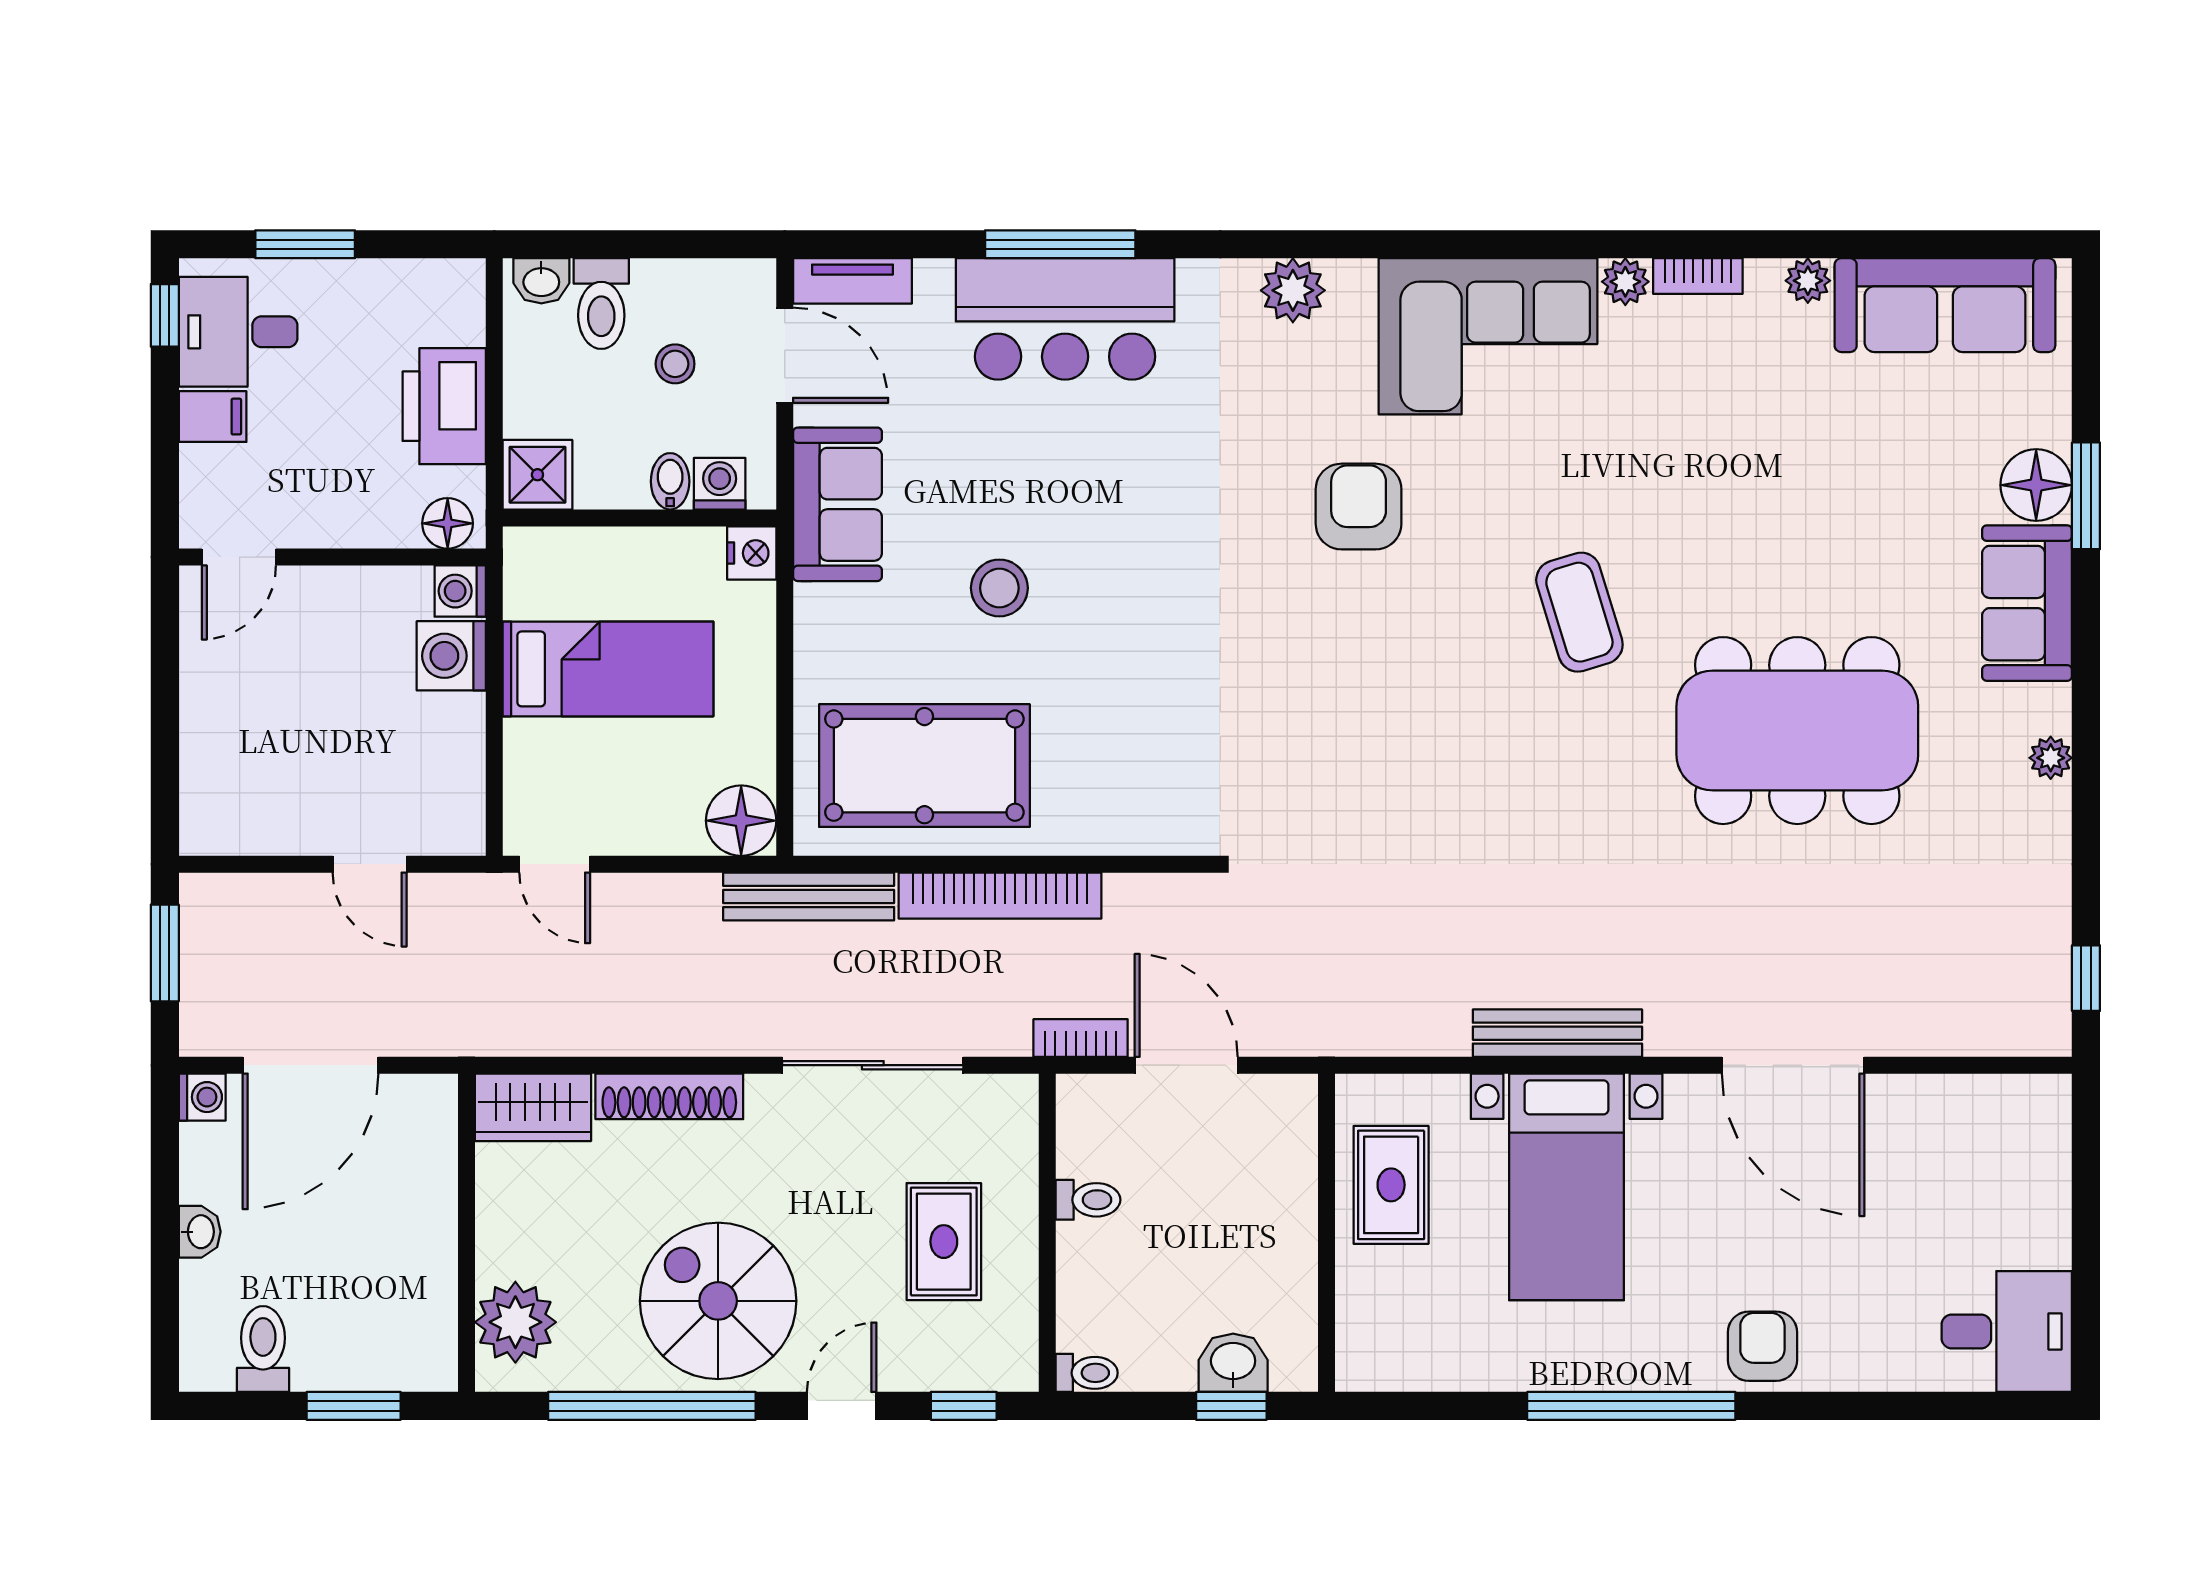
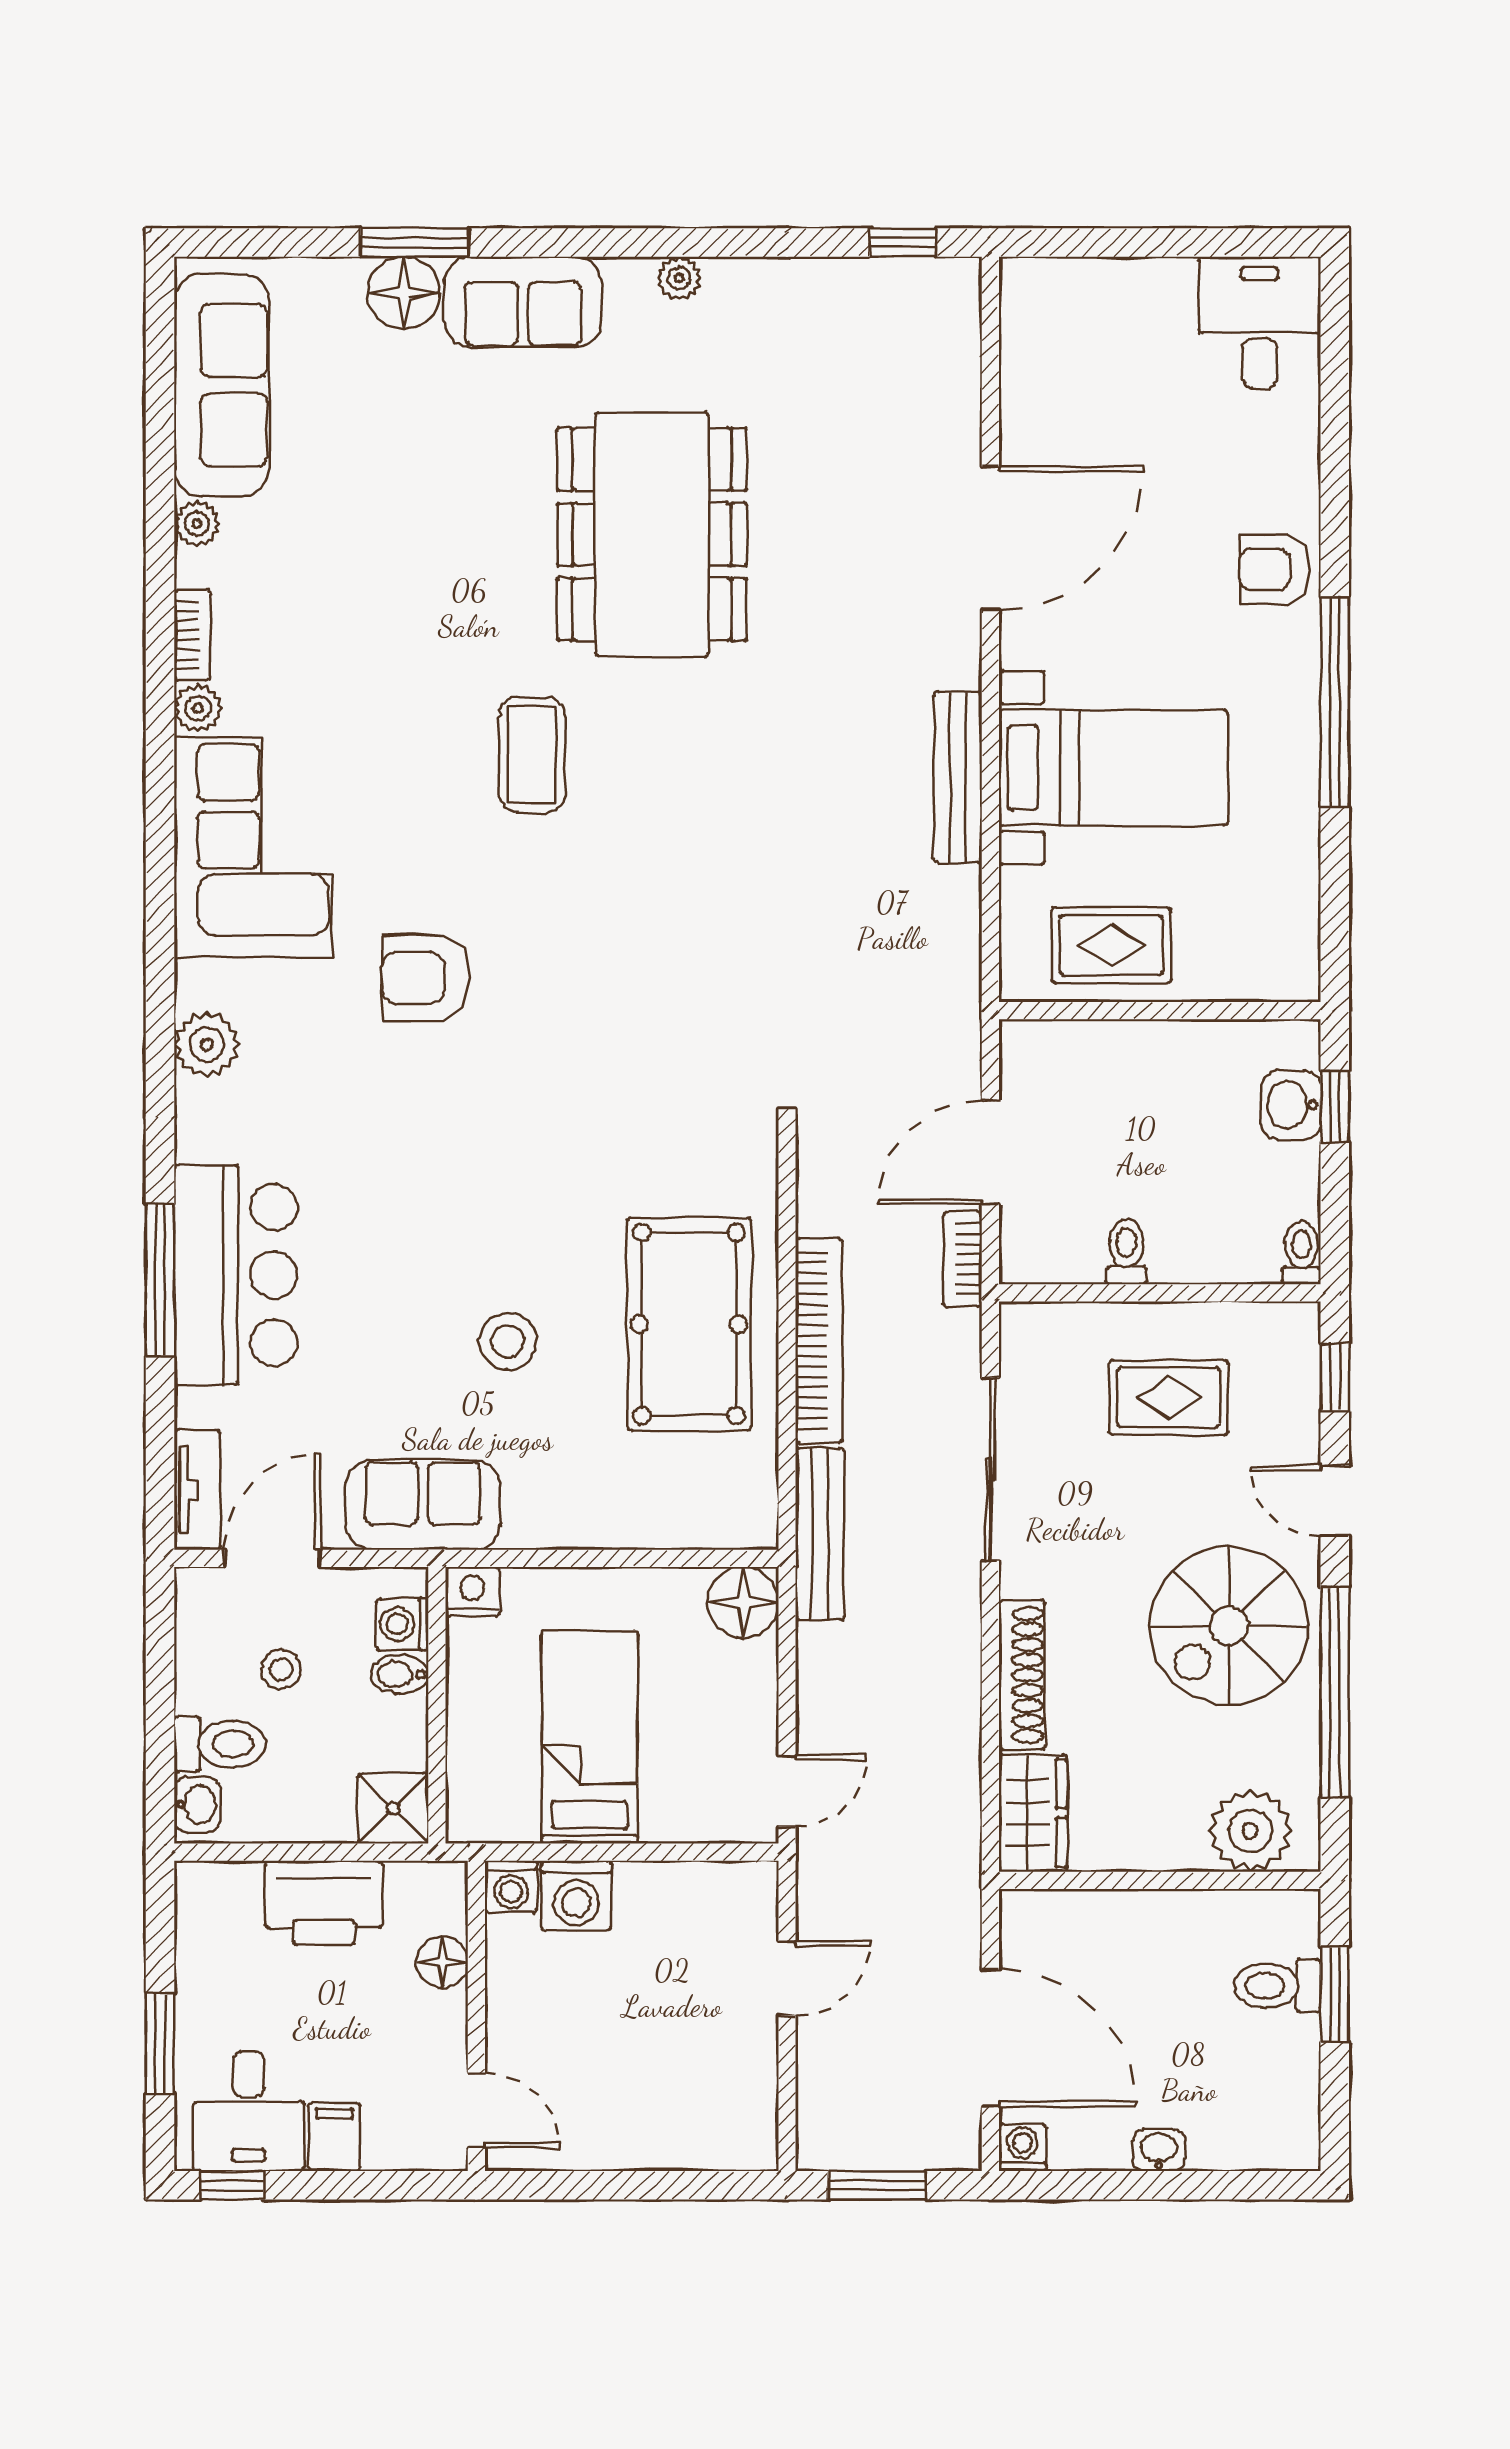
floor lamp: (448, 523) -> (442, 1962), moved
coffee table: (1579, 612) -> (532, 755), turned -73
pool table: (924, 766) -> (689, 1324), moved
toilet: (263, 1349) -> (1277, 1986), moved

